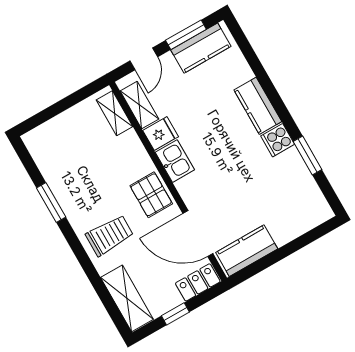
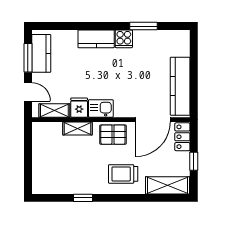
shelving: (114, 113) -> (78, 128), moved
window: (51, 202) -> (83, 198), width x0.67
trolley: (110, 235) -> (123, 174), turned -90
kitchen counter: (247, 251) -> (180, 86), width x1.50

